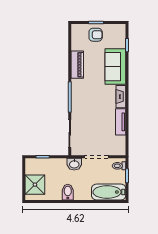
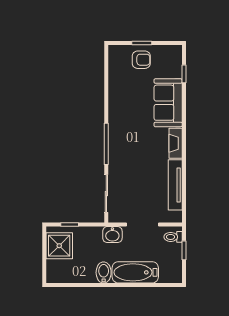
piano: (77, 65) -> (116, 100), removed
tv unit: (121, 122) -> (175, 185), width x1.41
shower: (35, 185) -> (59, 246), moved
bathtub: (109, 192) -> (135, 272), moved

